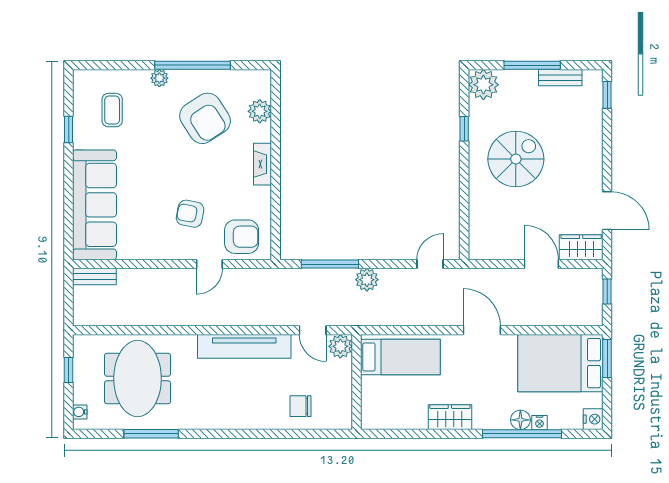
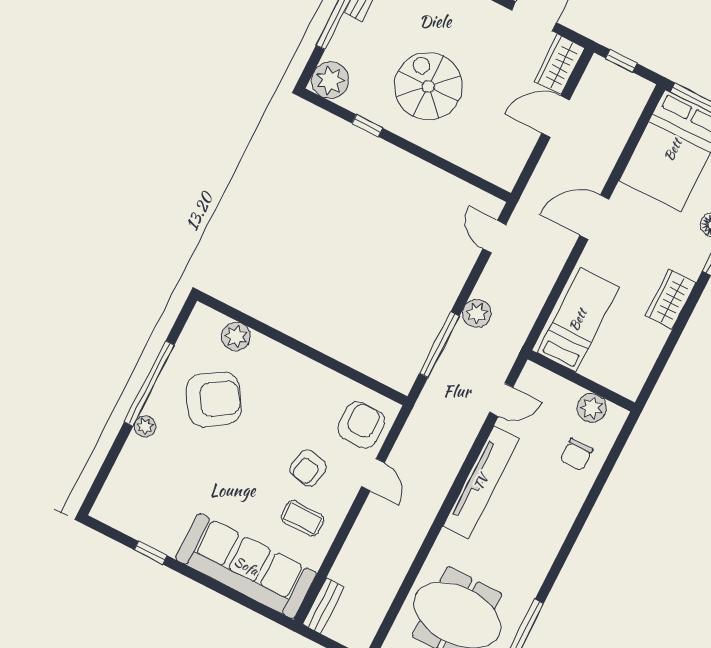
coffee table: (112, 110) -> (303, 518), moved
fireplace: (263, 164) -> (294, 362), removed
plant: (340, 346) -> (592, 408), moved

